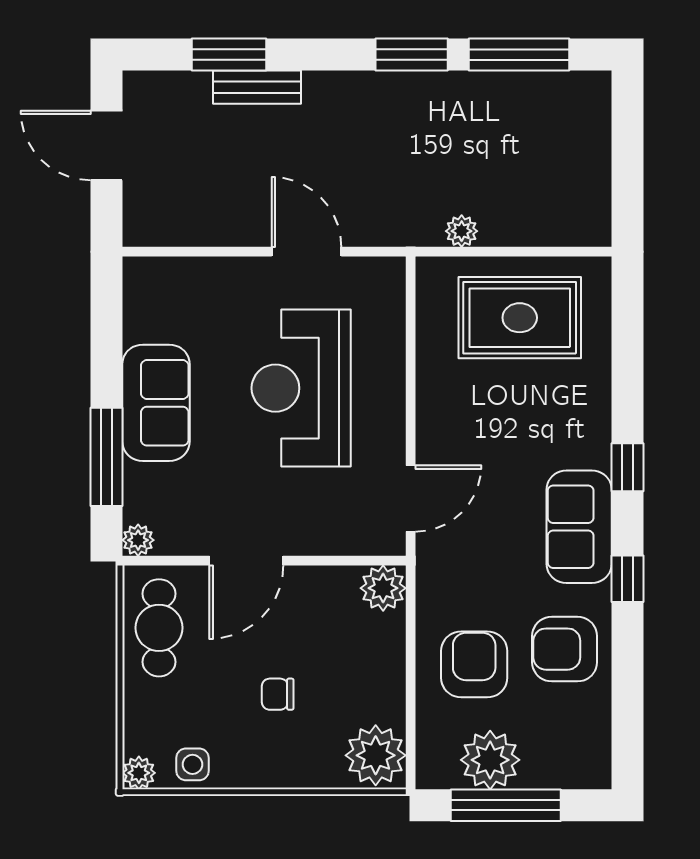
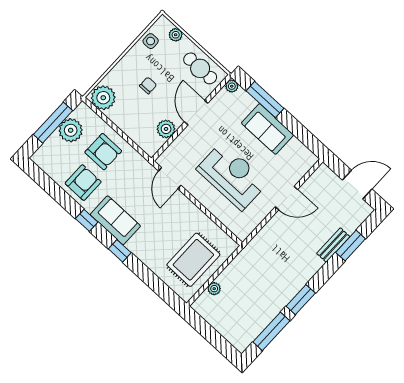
plant: (462, 231) -> (214, 289), moved
door: (307, 252) -> (286, 198), moved
plant: (383, 588) -> (166, 129), moved
plant: (139, 773) -> (176, 35), moved

